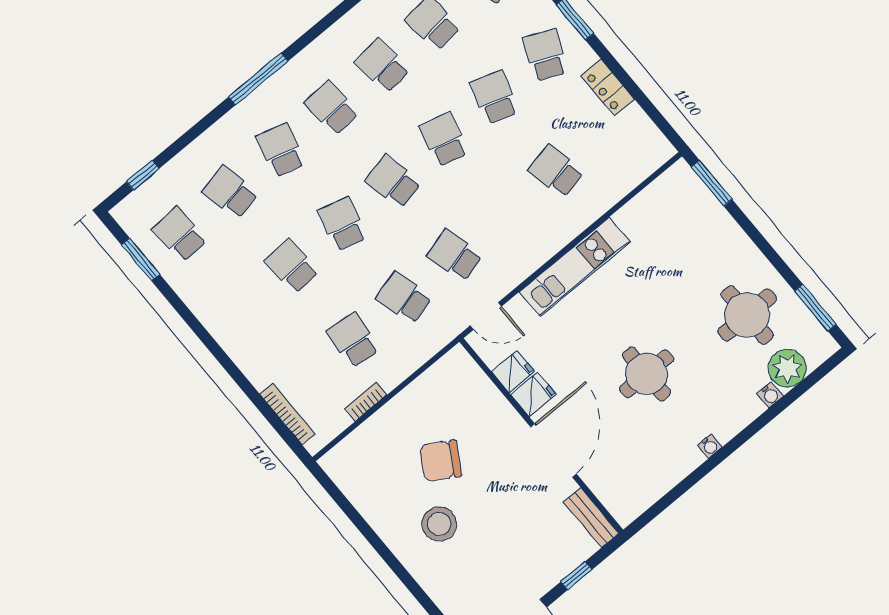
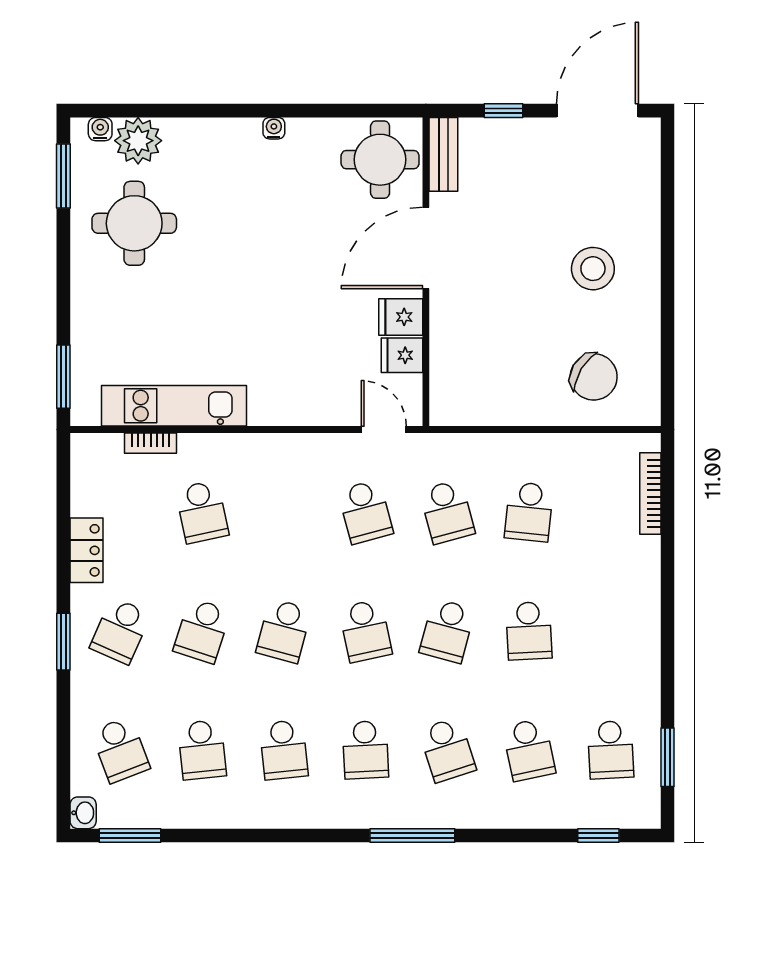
school desk: (281, 150) -> (447, 750), turned -33
kitchen unit: (575, 267) -> (174, 406), moved
round table: (646, 374) -> (380, 160), moved
water cooler: (770, 395) -> (100, 129), moved
bookcase: (366, 402) -> (151, 443), moved
chair: (441, 461) -> (594, 377), moved

